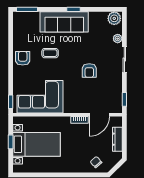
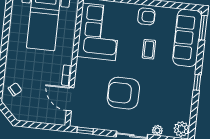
sofa: (64, 22) -> (187, 38), moved
armchair: (89, 71) -> (123, 93), width x1.88, depth x1.88
dresser: (117, 139) -> (39, 117), removed

